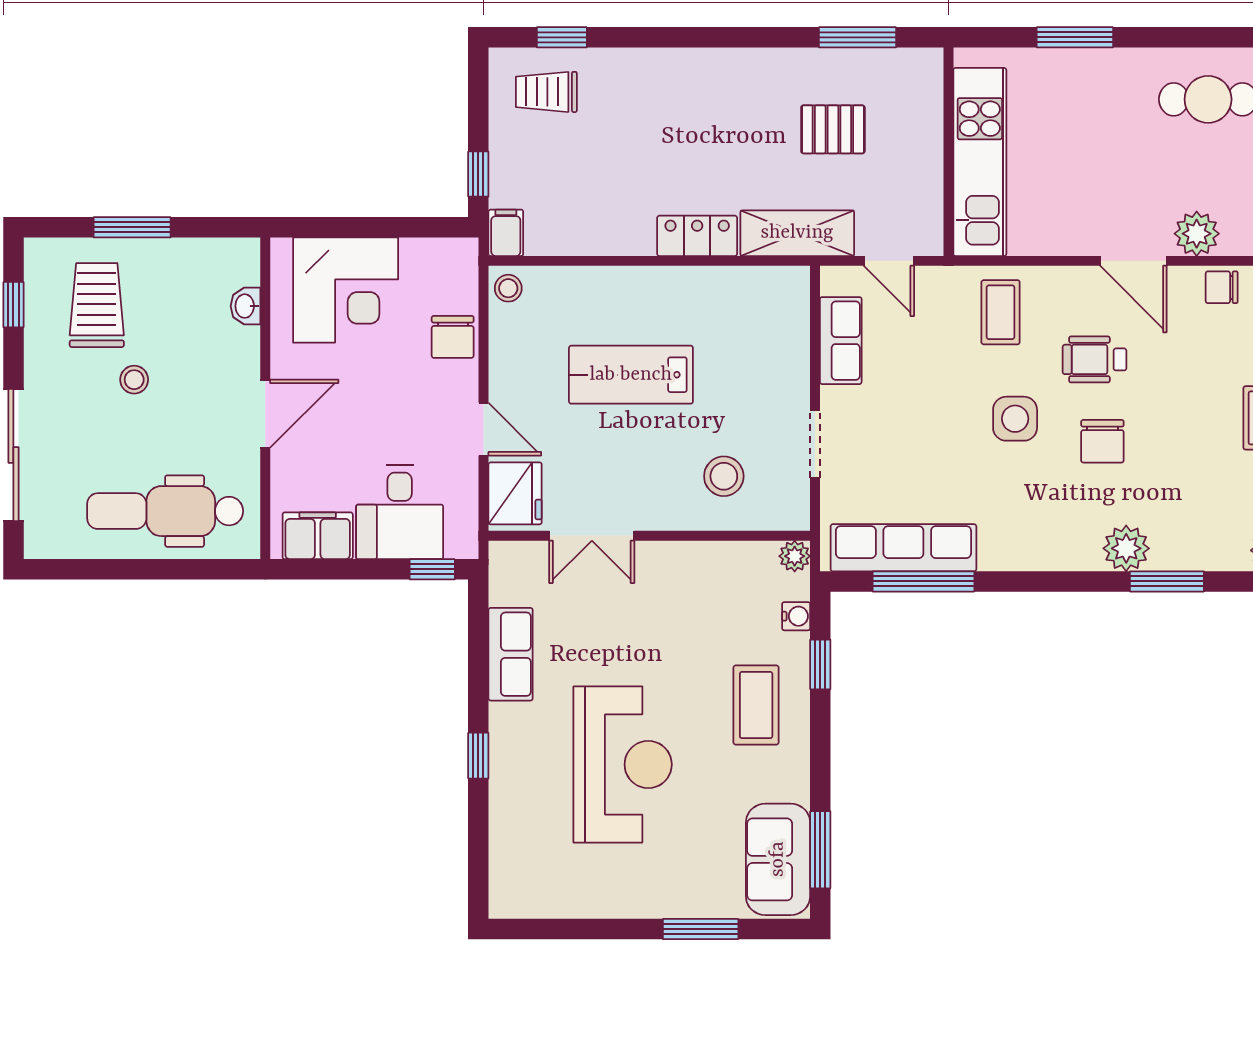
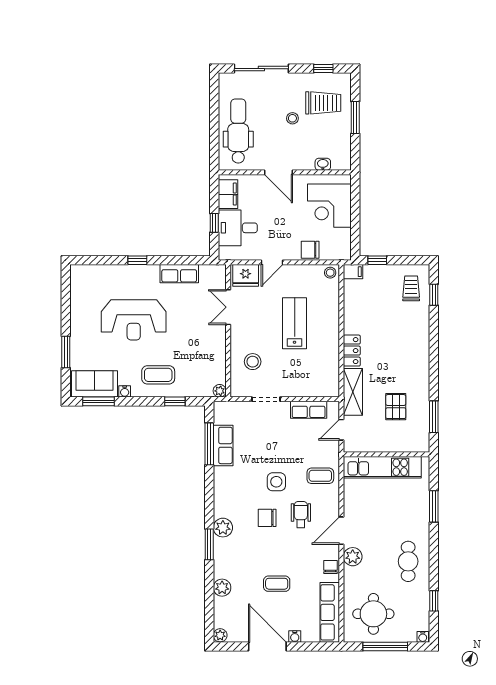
row of seats: (903, 548) -> (223, 445), width x0.68
window: (432, 569) -> (214, 223), moved
water cooler: (796, 616) -> (125, 391), moved

